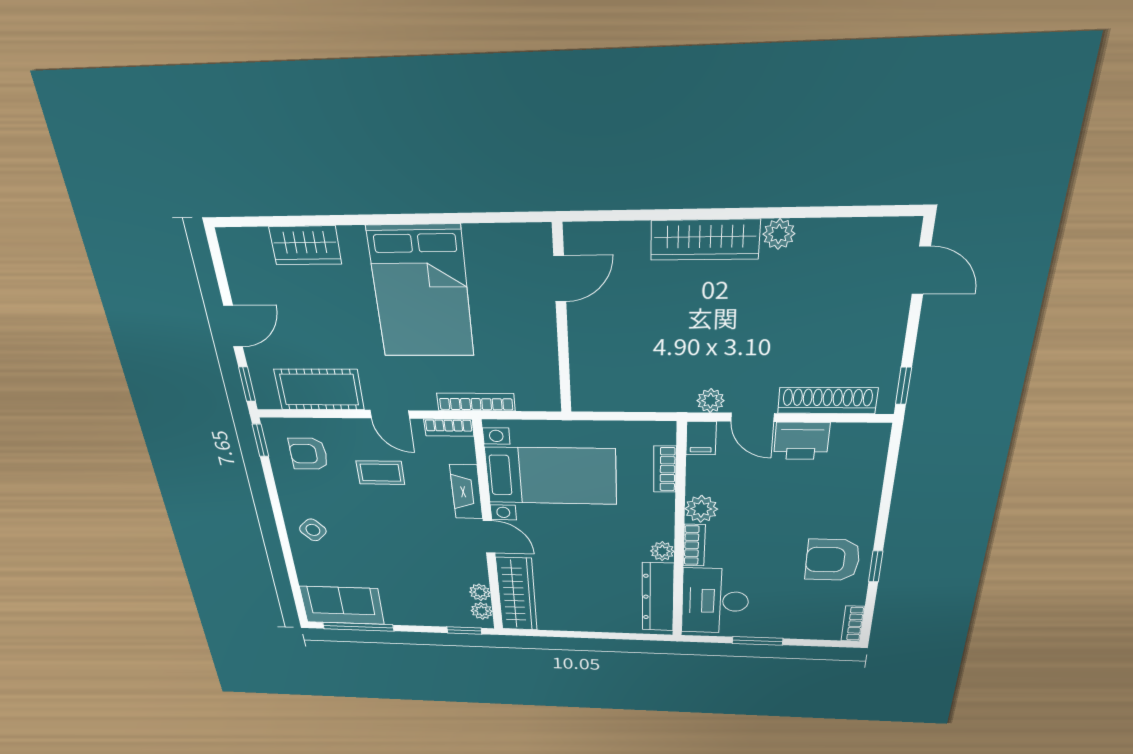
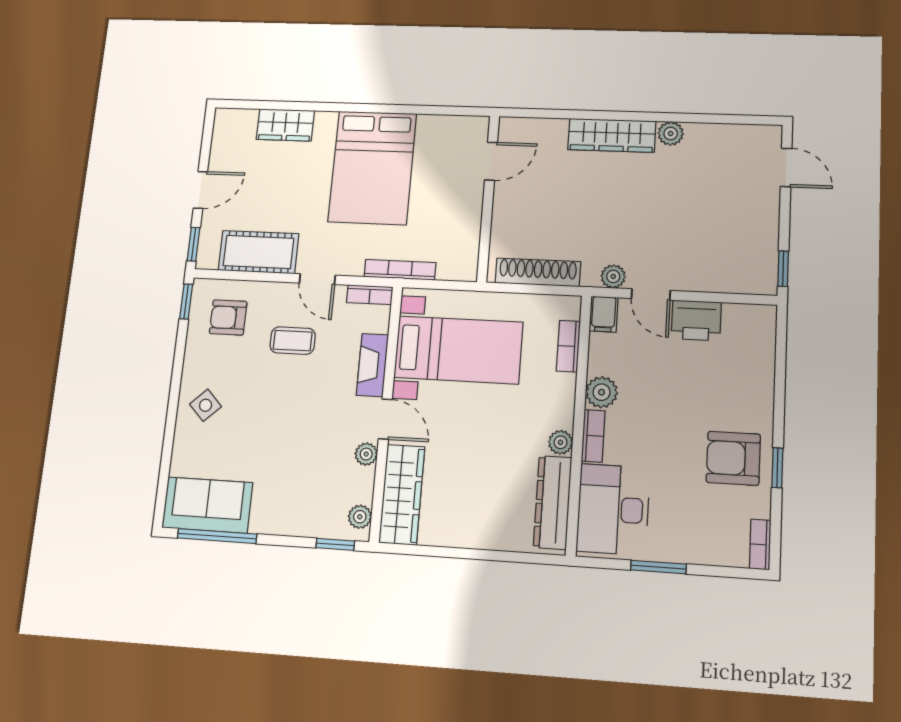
shoe rack: (827, 401) -> (538, 272), moved
plant: (480, 592) -> (366, 454), moved

